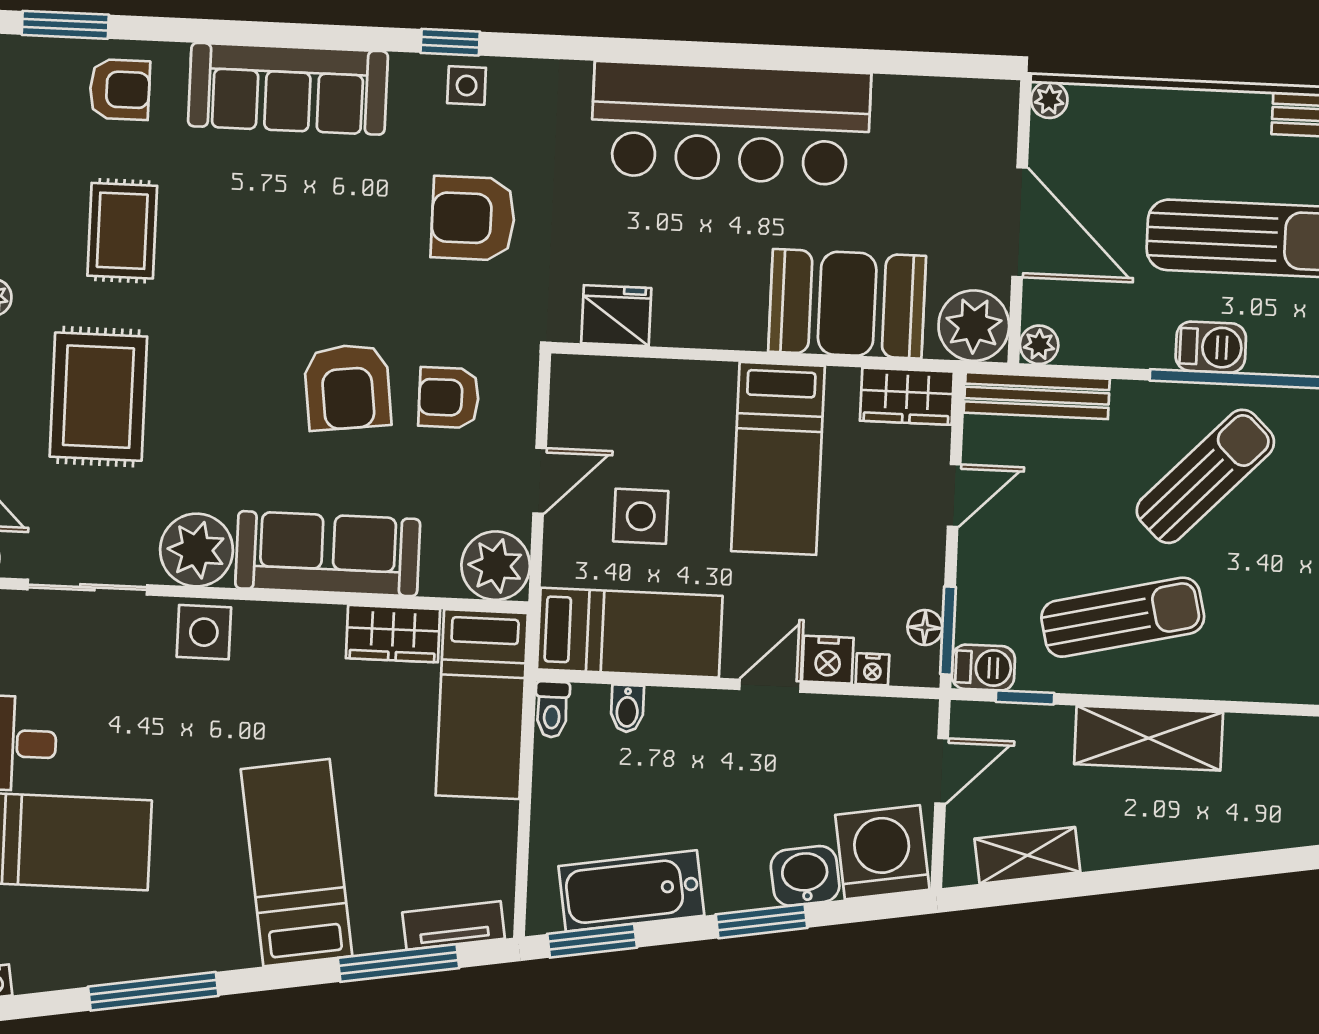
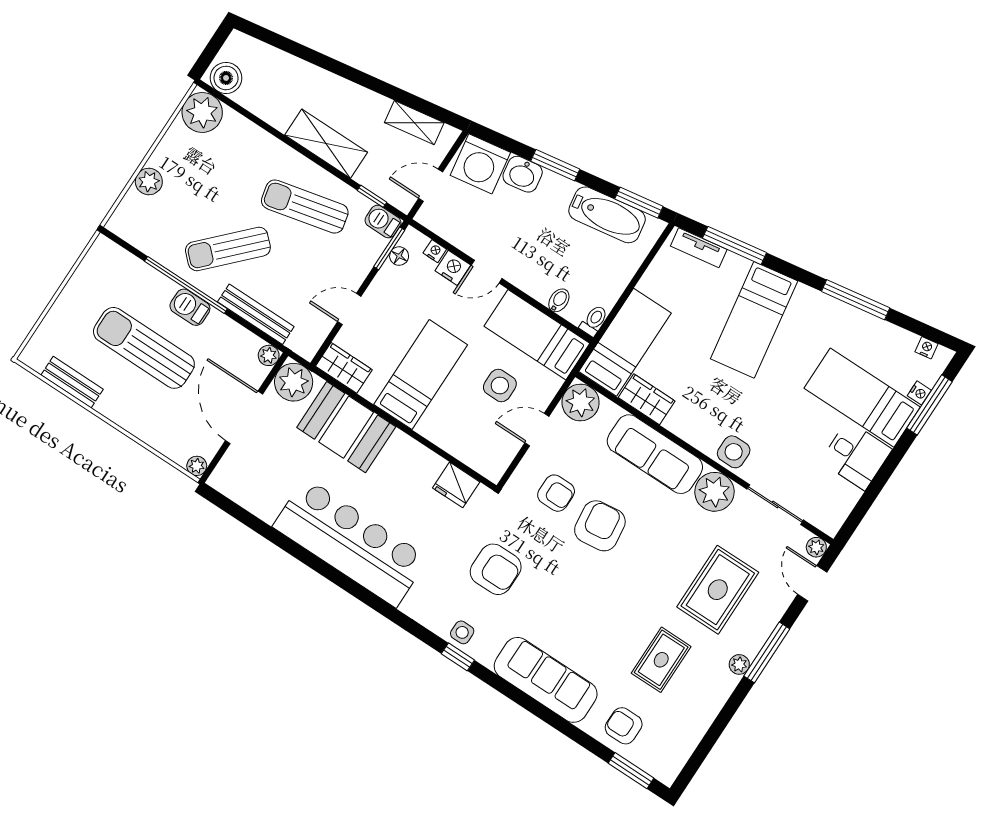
bench: (1037, 396) -> (256, 314), moved

